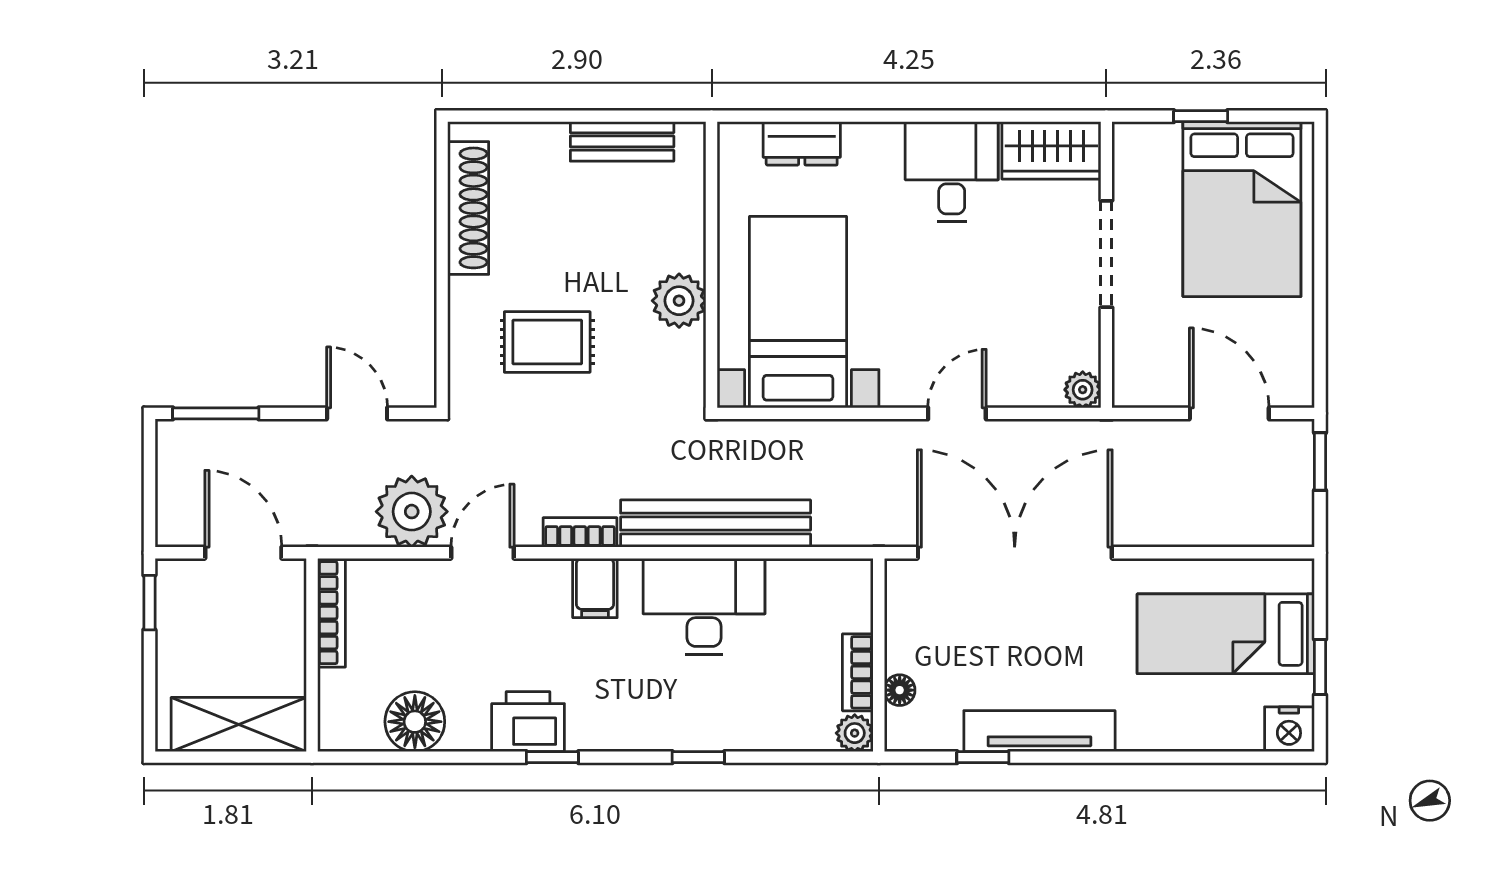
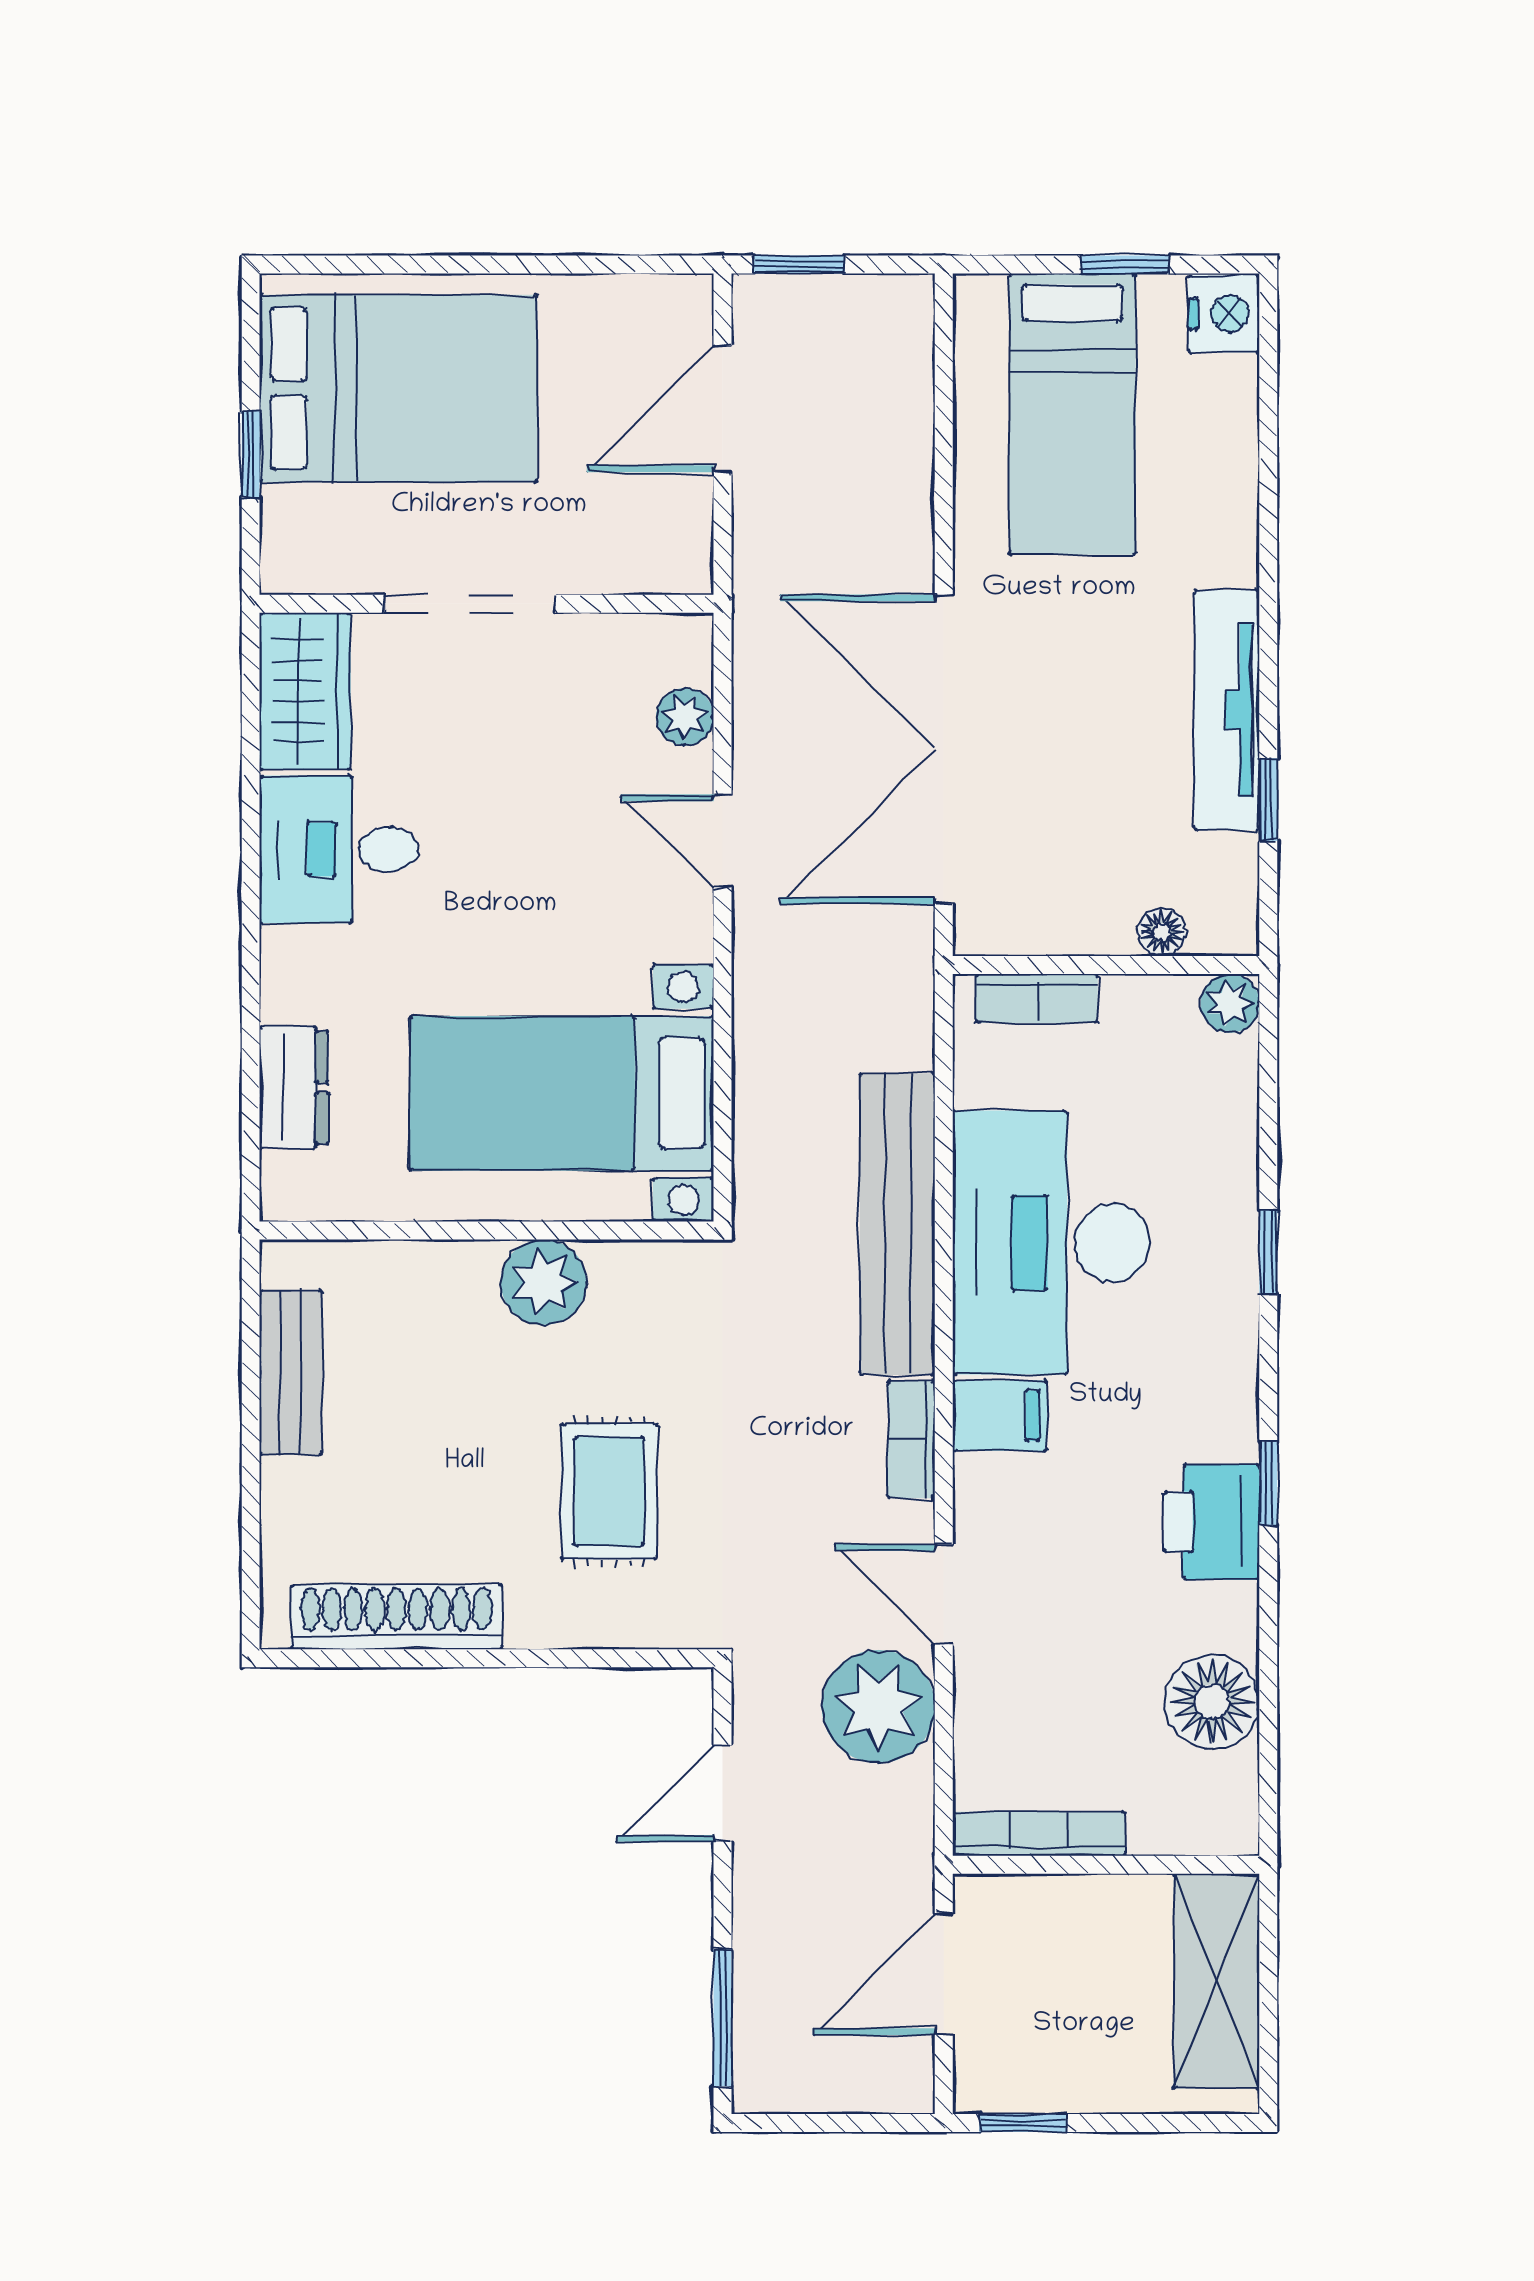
plant: (1083, 390) -> (685, 717), moved
desk: (704, 606) -> (1051, 1243), width x1.36, depth x1.30
bookcase: (858, 672) -> (1037, 998), moved

